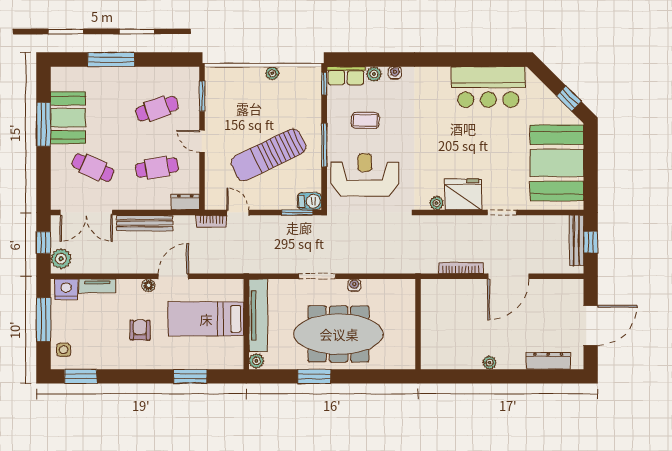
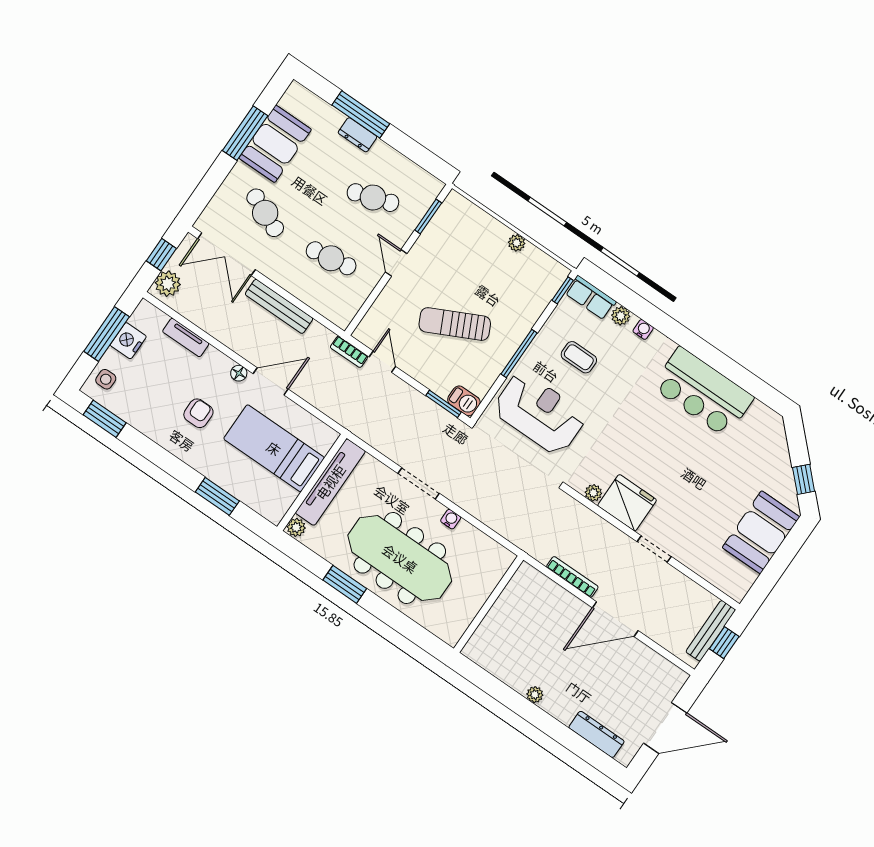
bar counter: (488, 87) -> (703, 392), moved
sun lounger: (268, 155) -> (455, 324), width x0.73, depth x0.75
booth: (557, 163) -> (761, 532), width x0.73, depth x0.70
dresser: (185, 202) -> (357, 135), moved, turned 180
nightstand: (66, 289) -> (128, 341), moved, turned -90

